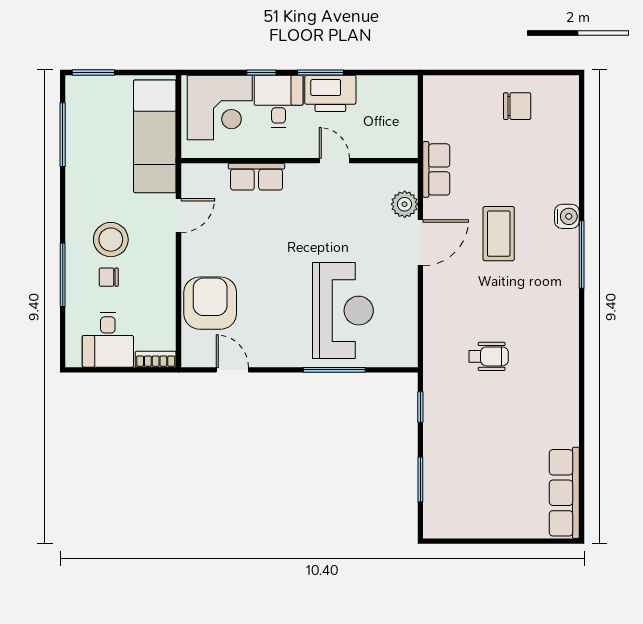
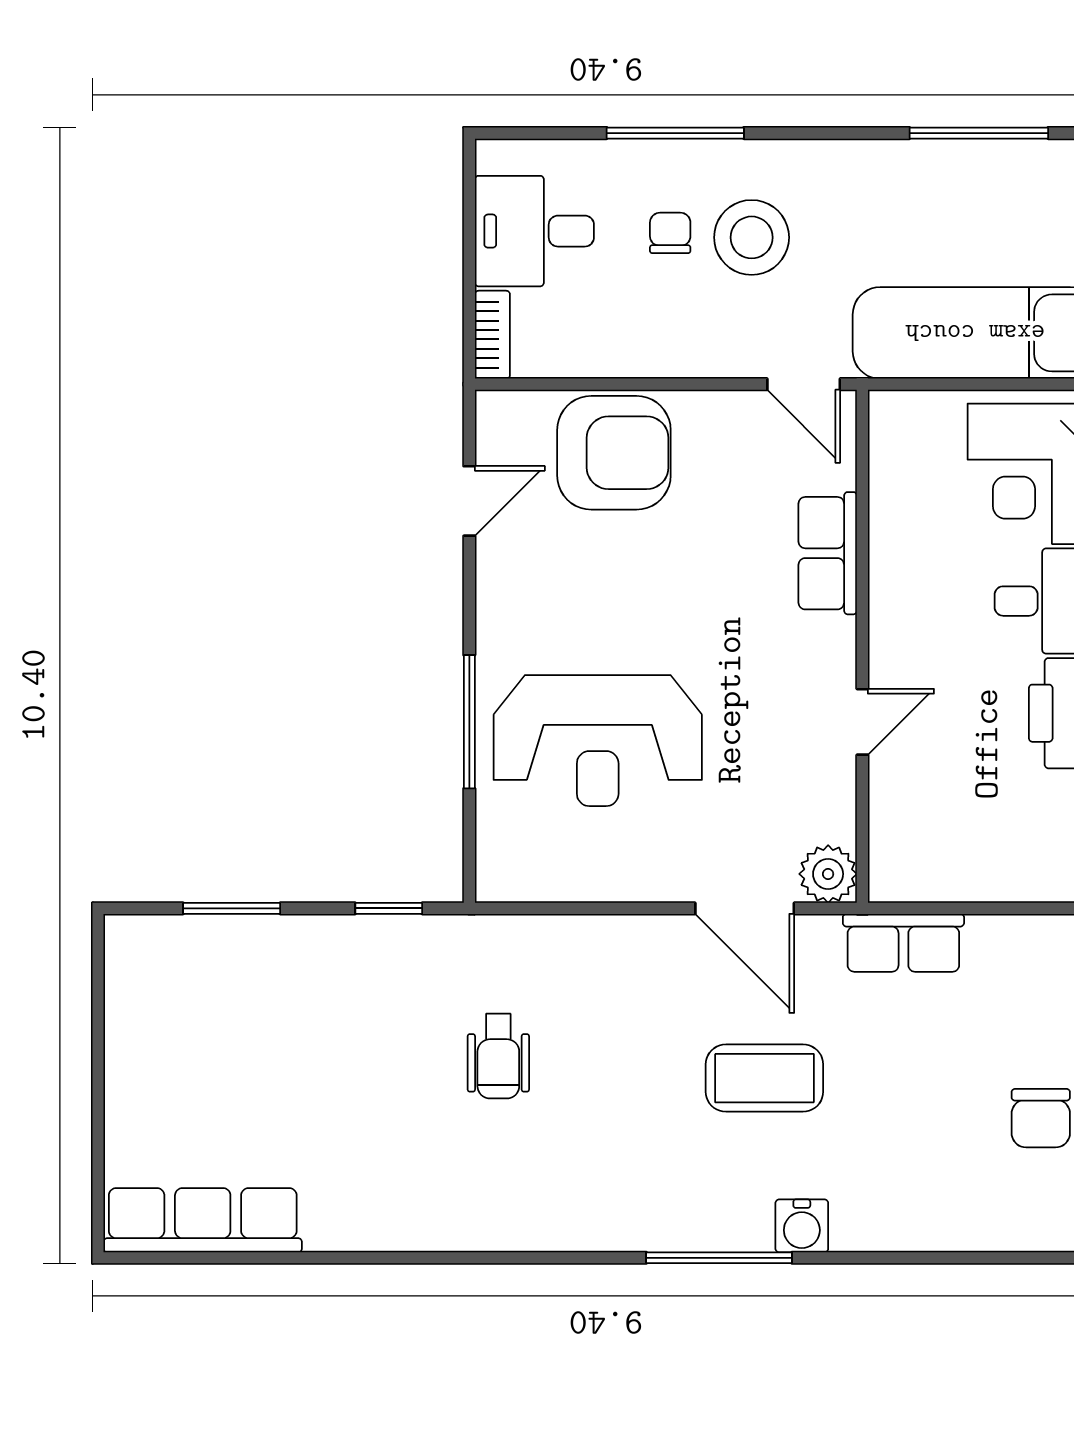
wall: (299, 161) -> (862, 646), moved
door: (334, 161) -> (862, 722), moved
row of seats: (256, 177) -> (828, 553), moved

